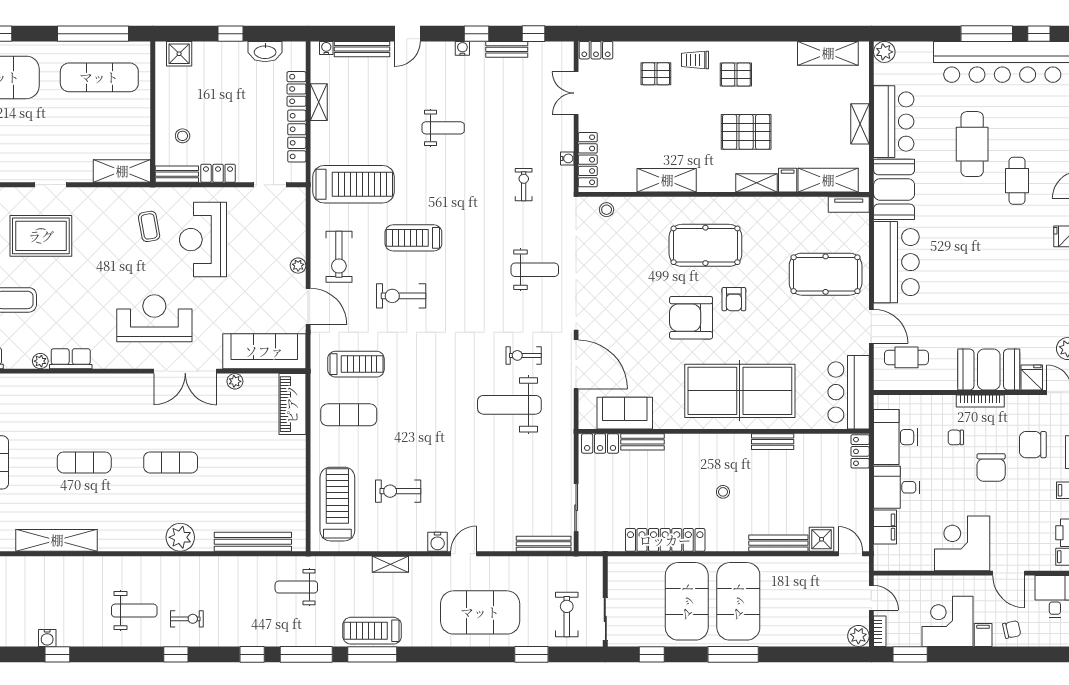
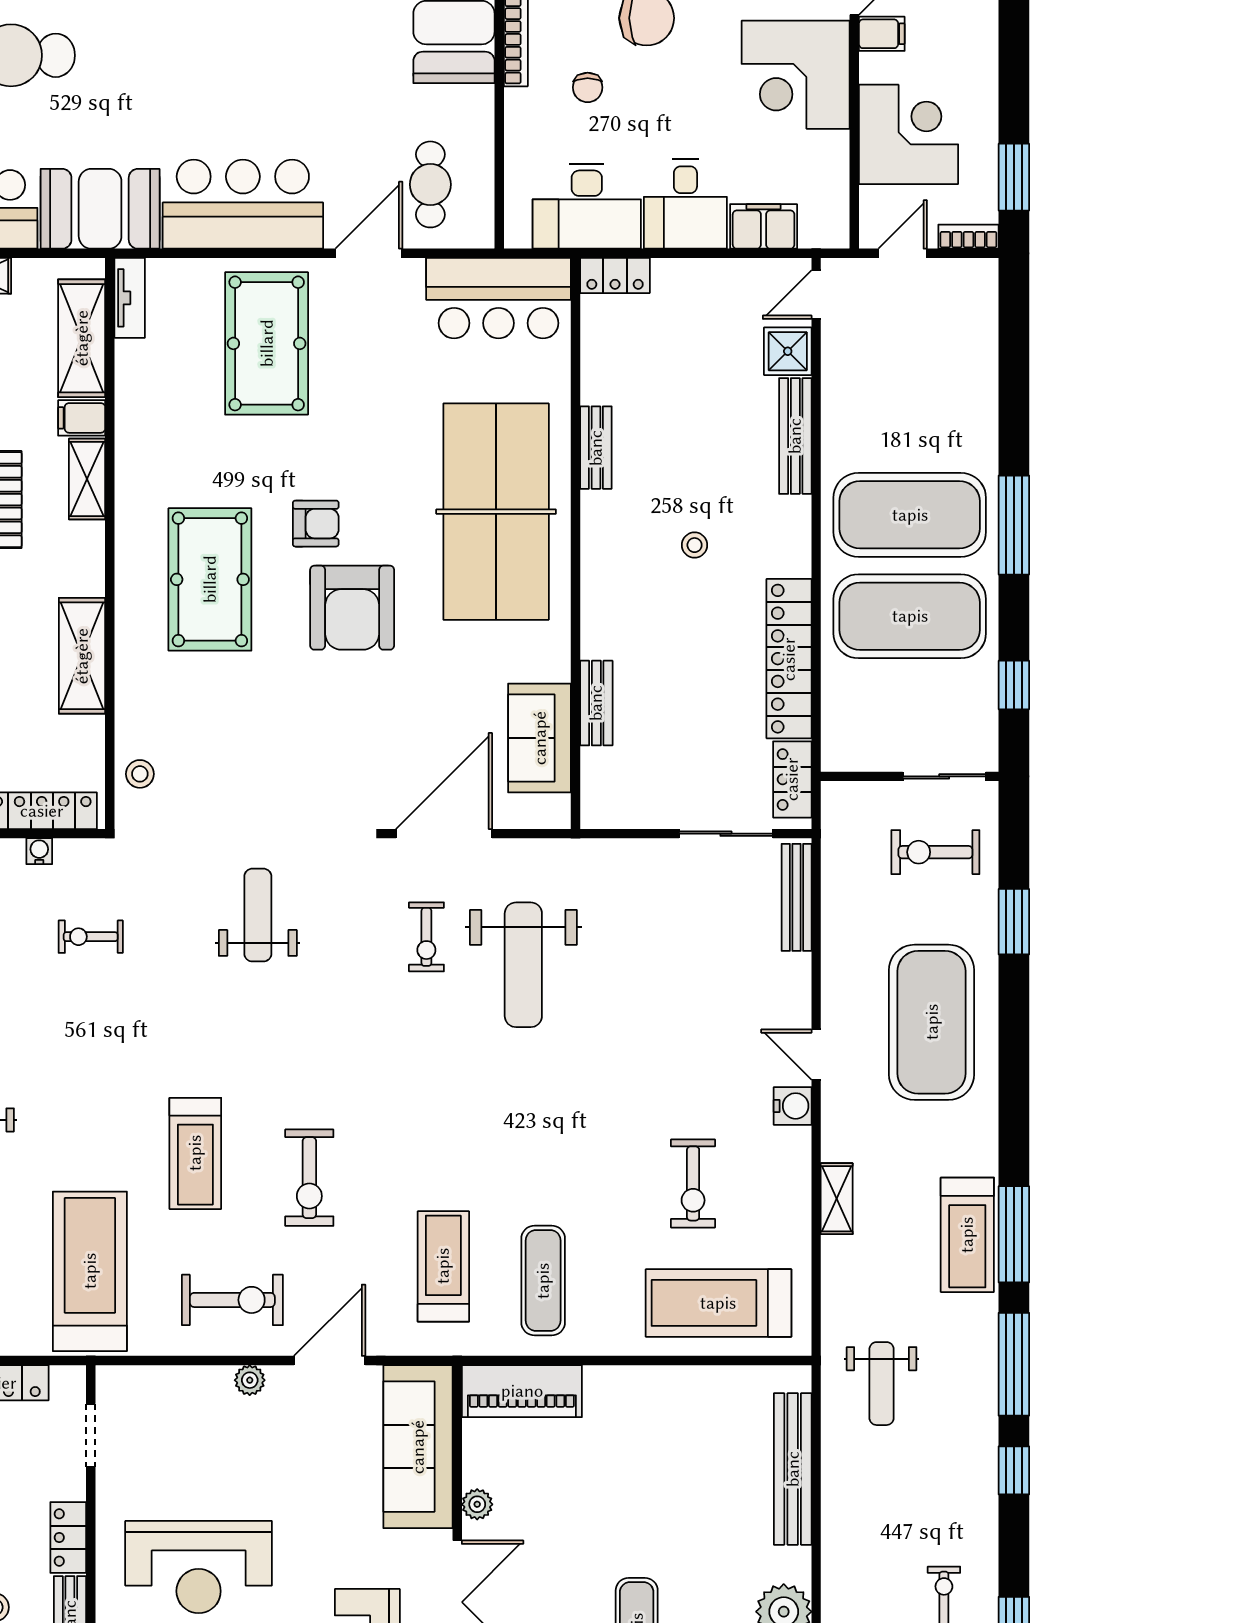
locker: (600, 443) -> (792, 779), moved, turned 180
corner desk: (947, 621) -> (909, 134), moved, turned 180
filing cabinet: (983, 635) -> (882, 34), moved, turned 180
plant: (858, 636) -> (978, 279), removed

